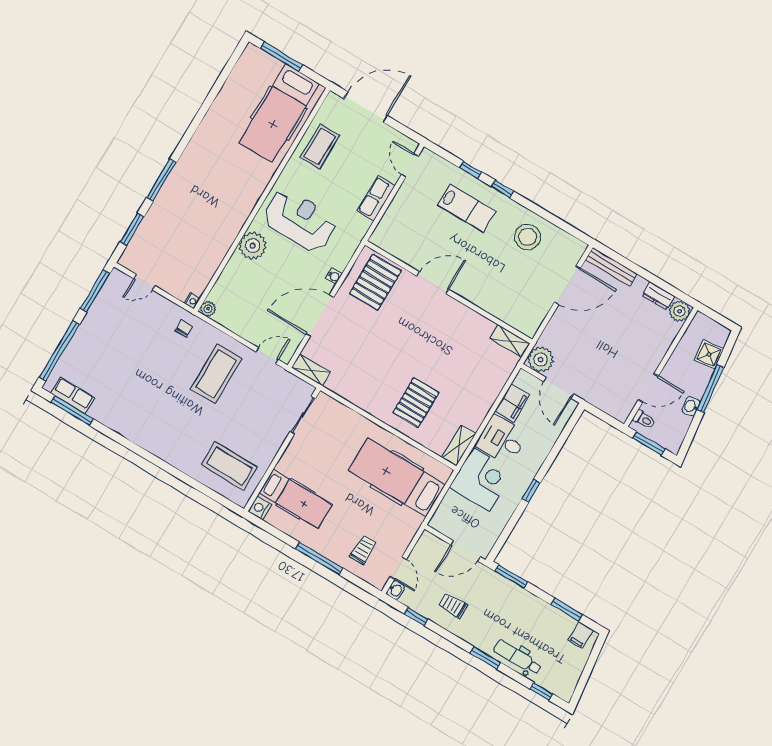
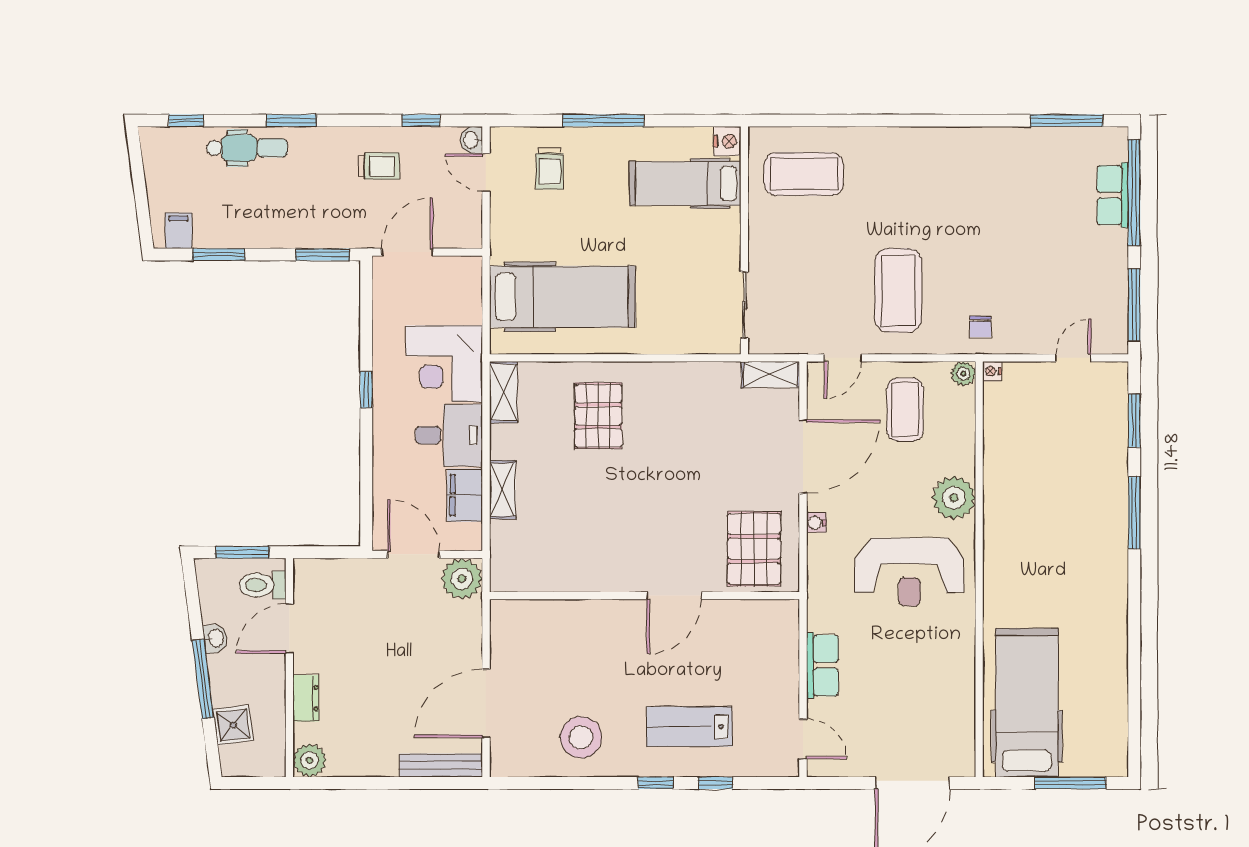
coffee table: (320, 146) -> (905, 409), moved
dresser: (658, 296) -> (306, 698), moved, turned 90
shelving: (510, 341) -> (503, 490), moved, turned 90
row of seats: (73, 395) -> (1113, 195), moved, turned 90
toilet: (644, 420) -> (263, 585), width x1.37, depth x1.39

